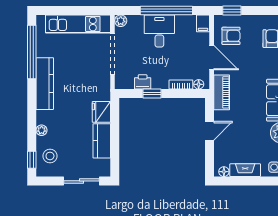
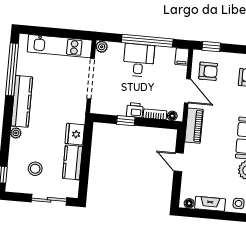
printer: (143, 82) -> (135, 110), moved
plant: (42, 130) -> (16, 133), moved
door: (209, 131) -> (179, 162), swing flipped
stool: (50, 156) -> (35, 169), moved

